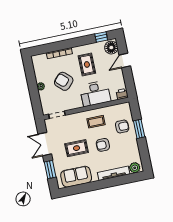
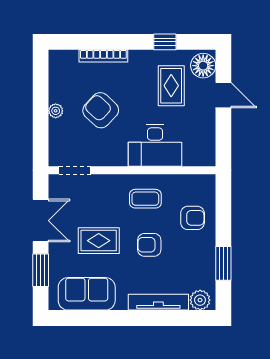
window: (101, 37) -> (165, 42), moved
door: (125, 60) -> (223, 95), swing flipped
rug: (87, 64) -> (171, 86), moved
printer: (122, 94) -> (205, 157), removed
window: (139, 129) -> (223, 263), moved
double door: (45, 144) -> (41, 221), swing flipped

